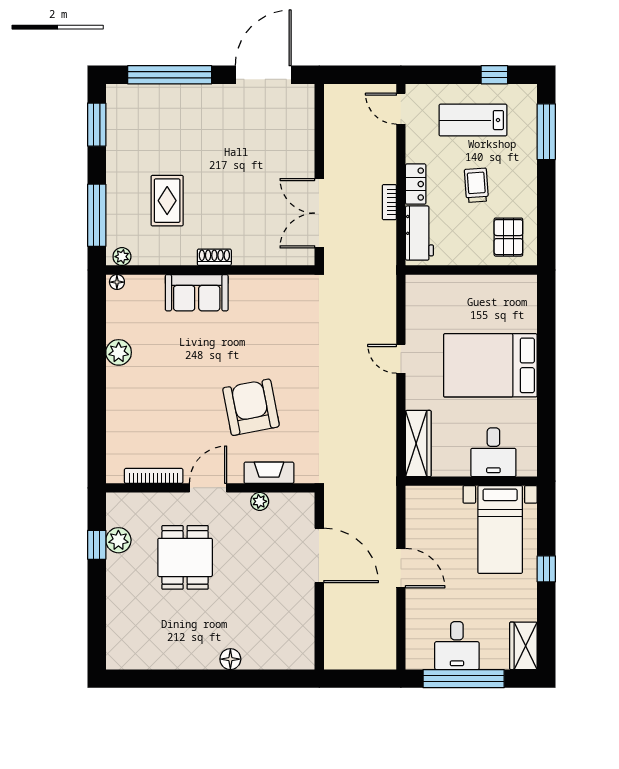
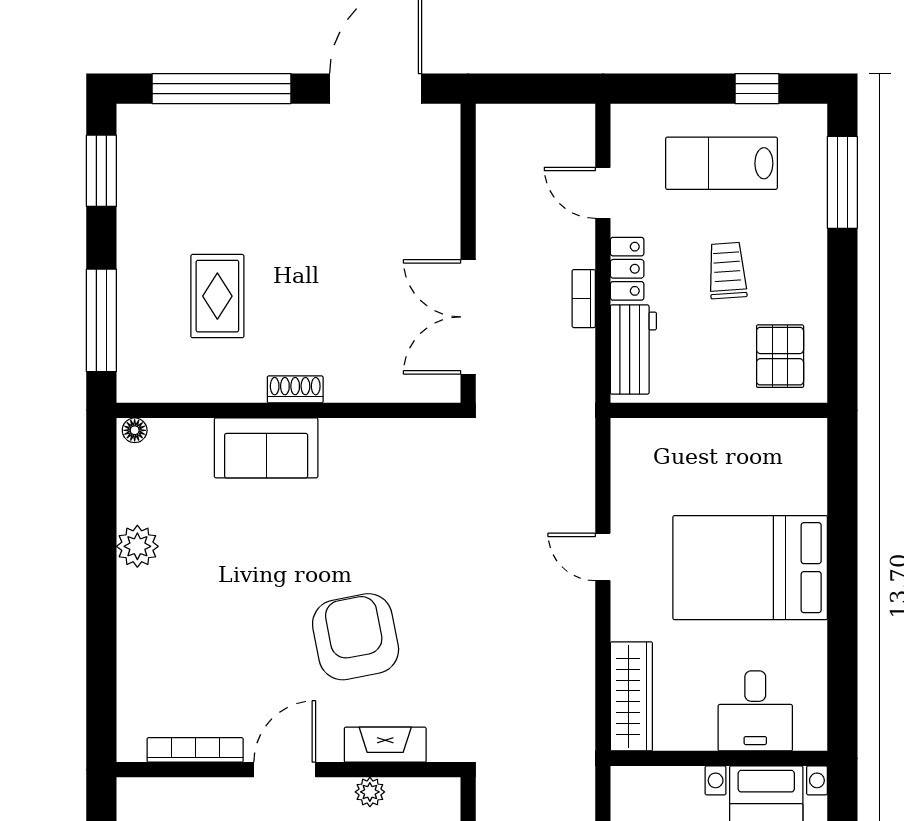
door: (401, 109) -> (603, 193), moved
plant: (122, 257) -> (143, 388), removed

